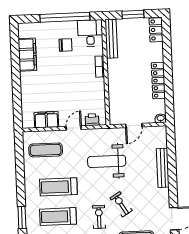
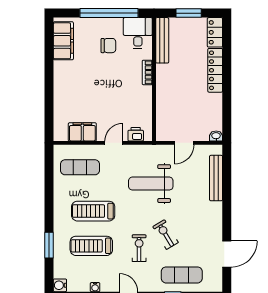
filing cabinet: (27, 55) -> (63, 41), moved
locker: (158, 81) -> (215, 70), moved
bench: (163, 168) -> (216, 178), moved

